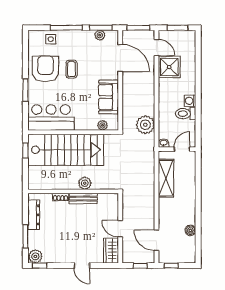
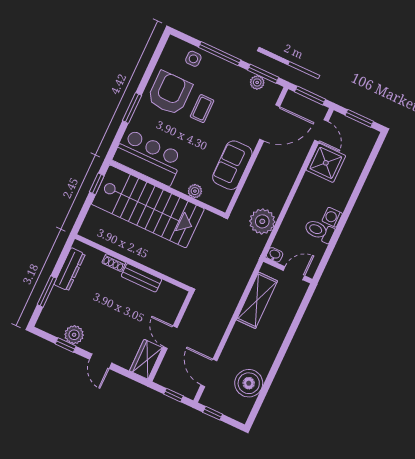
door: (120, 58) -> (270, 123), hinge flipped
plant: (102, 125) -> (195, 191), moved
plant: (85, 183) -> (152, 259), removed
boiler: (190, 230) -> (249, 383), width x1.86, depth x1.86
plant: (35, 256) -> (74, 335), moved
window: (40, 266) -> (66, 345), moved

